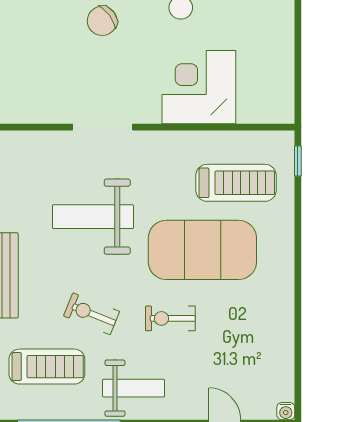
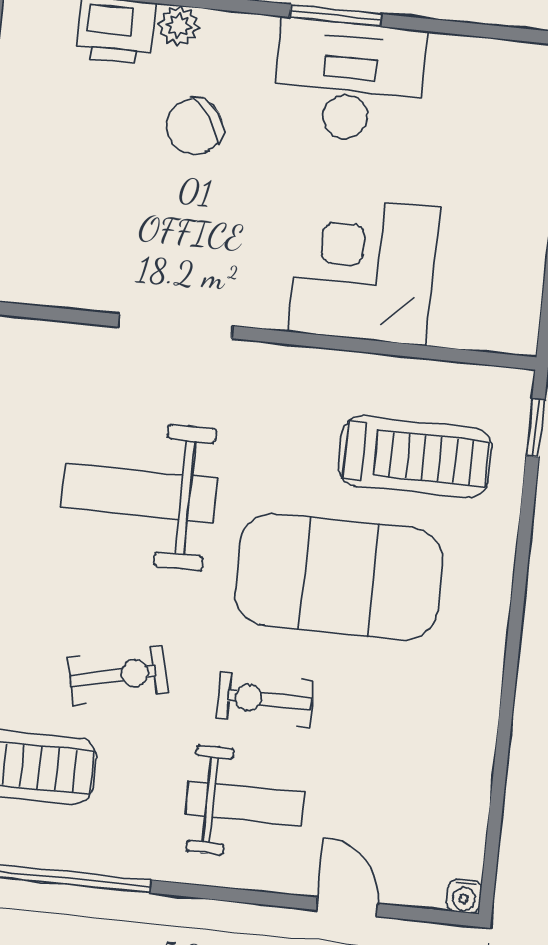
exercise bike: (91, 314) -> (118, 675), turned 145
weight bench: (134, 388) -> (245, 804), moved

